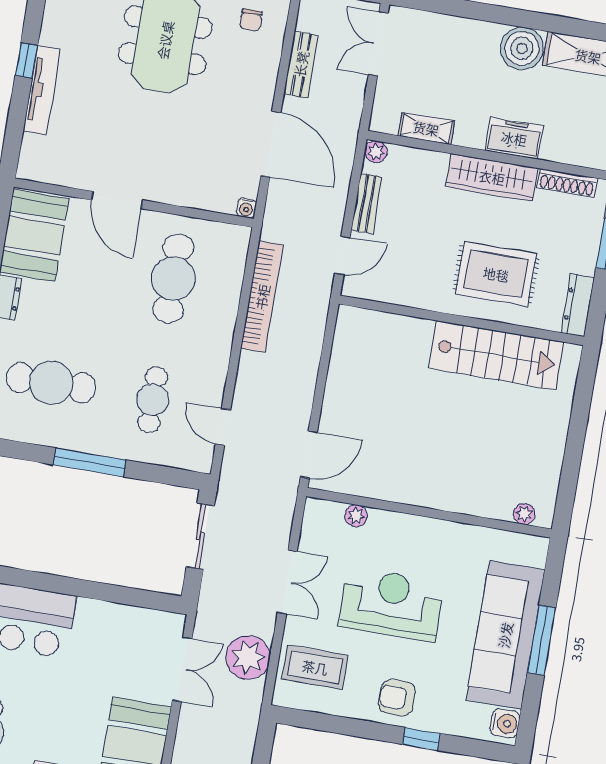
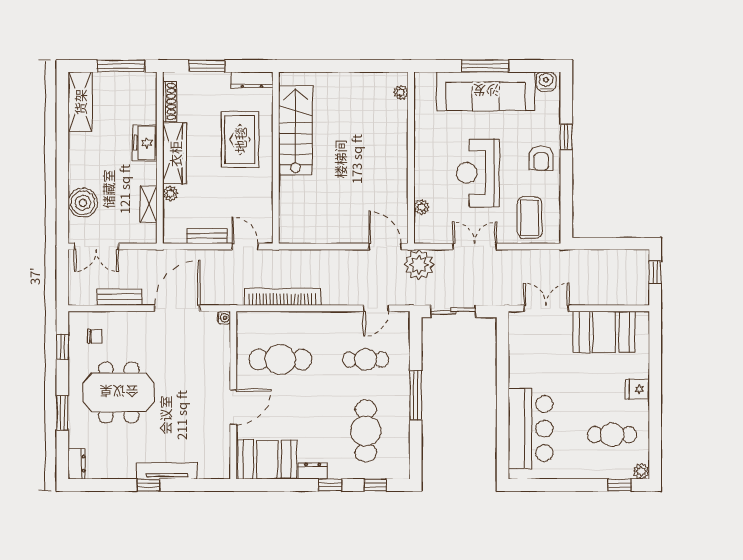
boiler: (522, 48) -> (83, 203), moved
plant: (376, 152) -> (170, 193), moved
plant: (248, 658) -> (419, 265), moved

